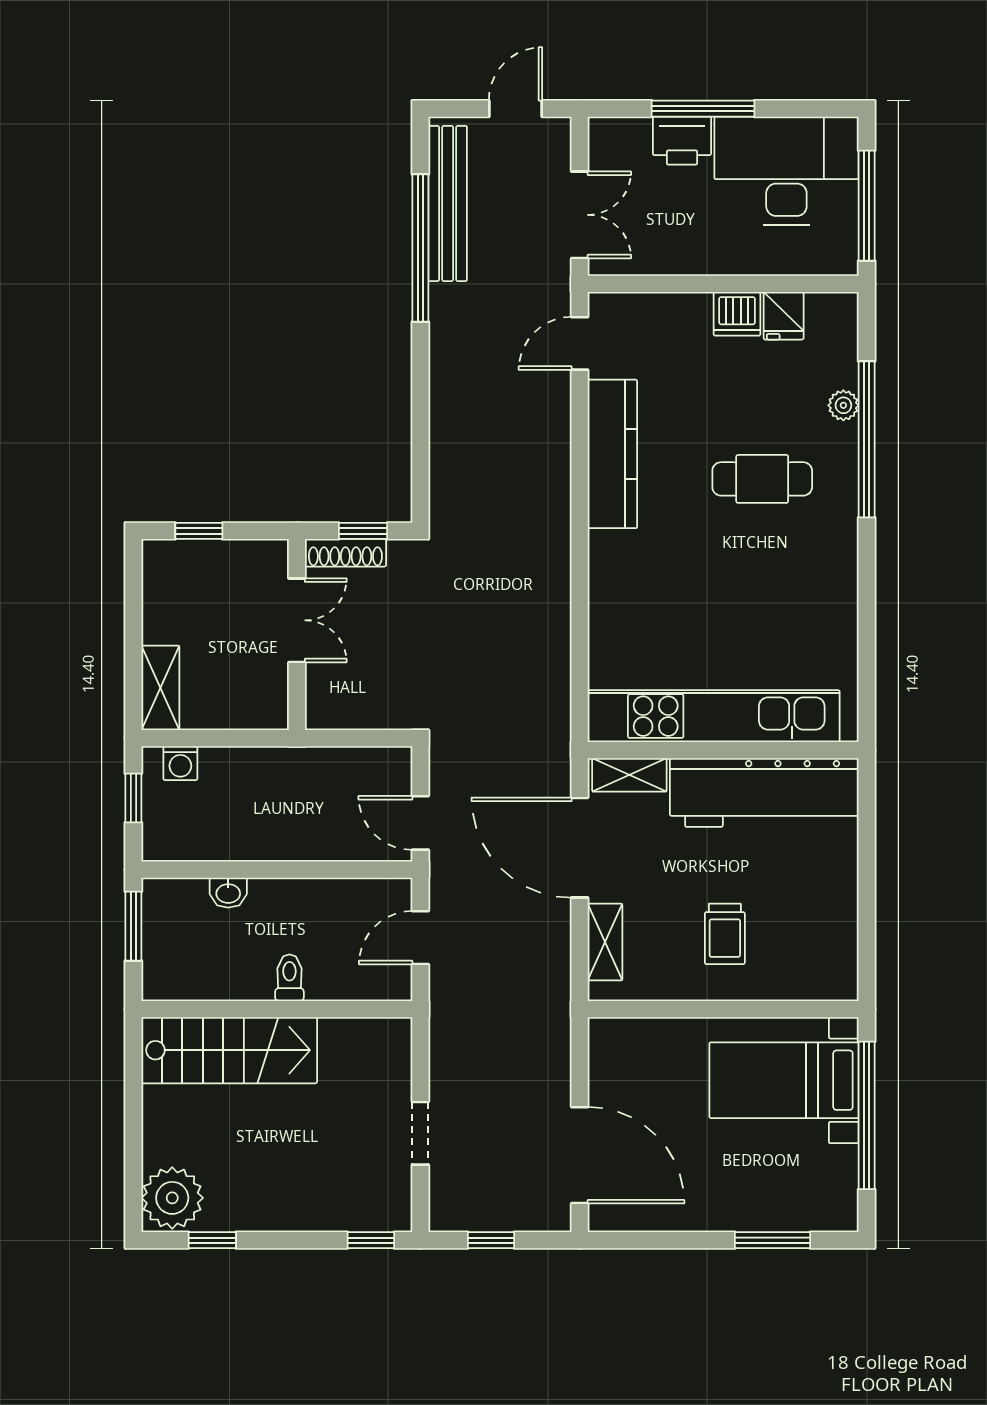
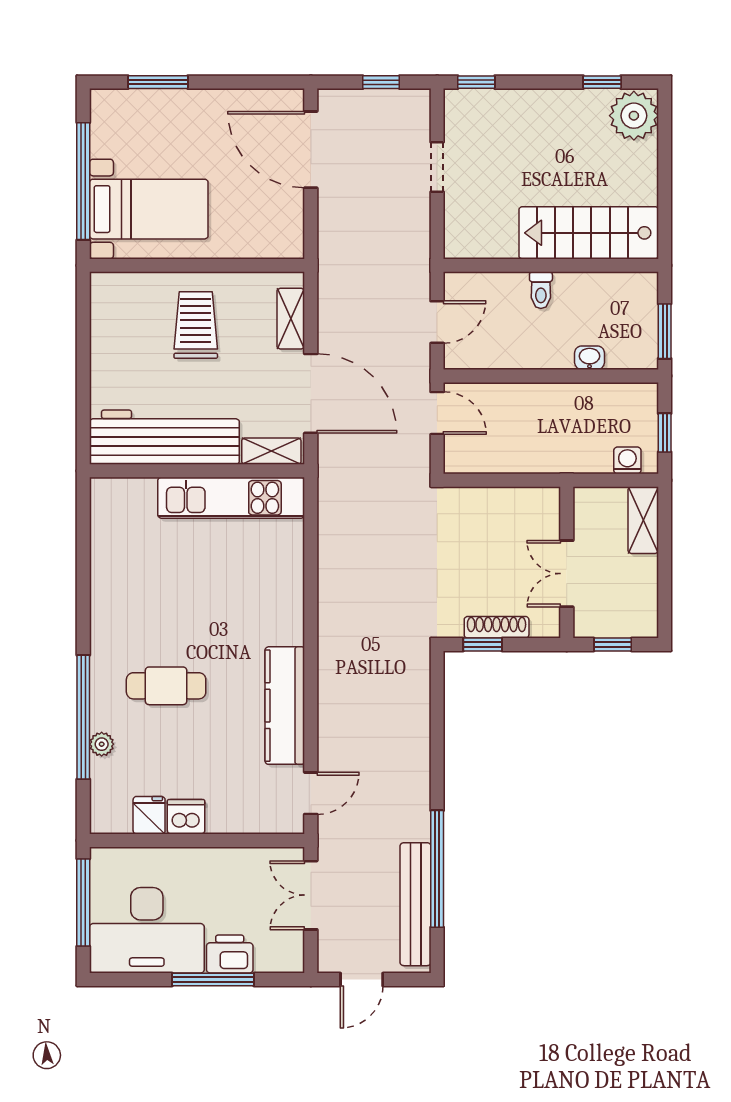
double door: (297, 620) -> (567, 574), moved
wall: (297, 635) -> (567, 562), moved
kitchen unit: (714, 716) -> (231, 498), width x0.73
trolley: (725, 934) -> (196, 325), width x1.36, depth x1.39

